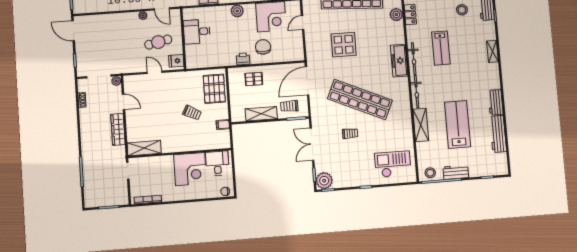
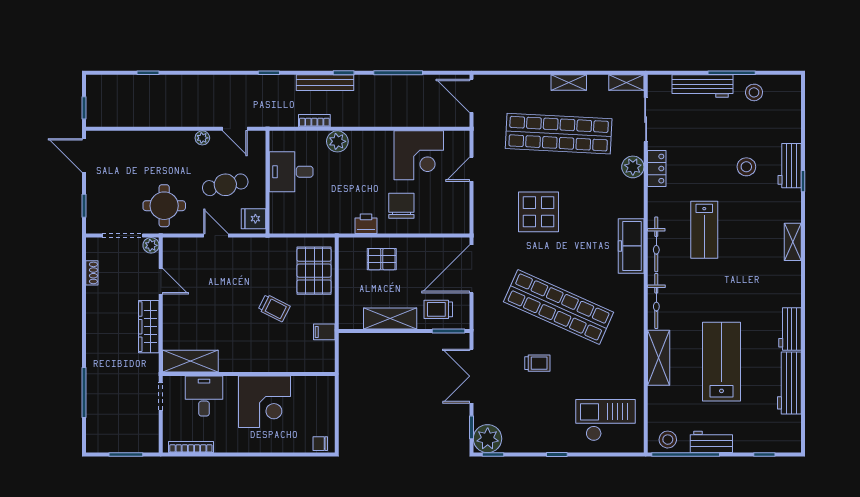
plant: (237, 11) -> (337, 141), moved
round table: (123, 57) -> (164, 206), added
desk: (217, 163) -> (204, 396), moved

